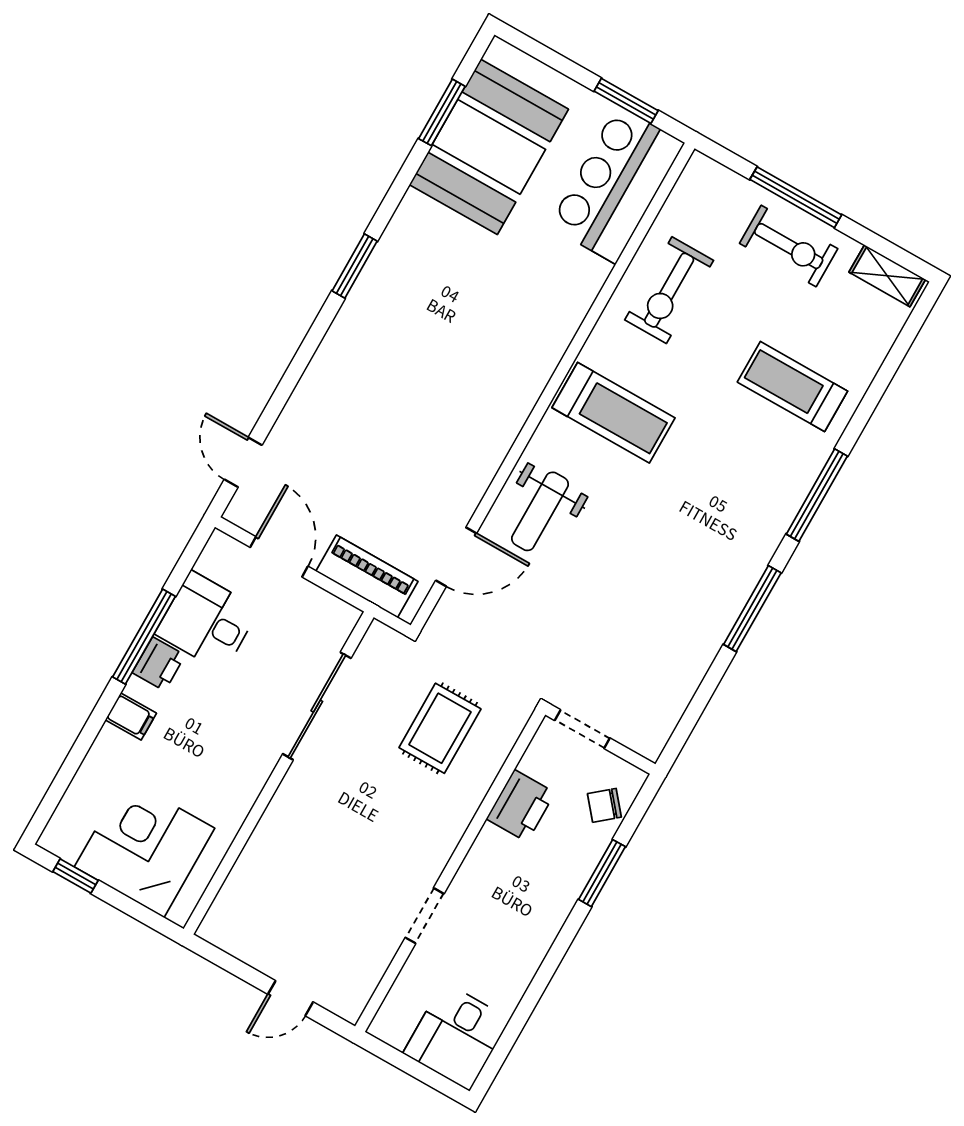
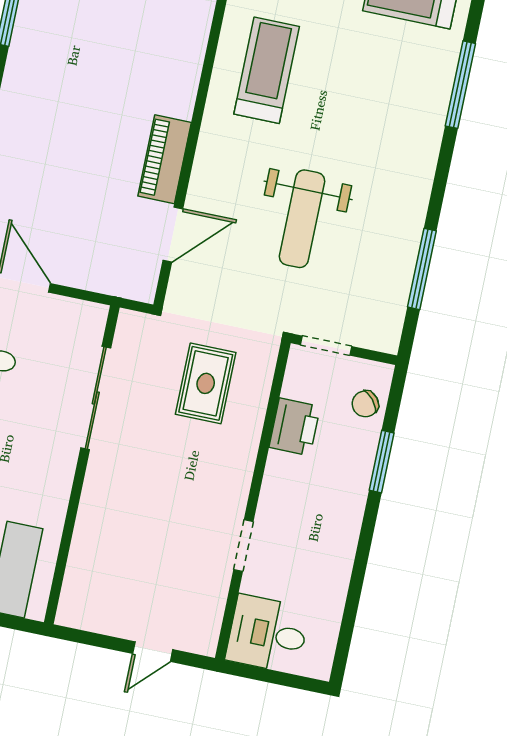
treadmill: (614, 413) -> (267, 70), turned -90
weight bench: (540, 511) -> (302, 219), moved, width x1.36, depth x1.33
piano: (367, 576) -> (165, 159), moved, turned -90
window: (752, 609) -> (422, 269), moved
desk: (457, 1036) -> (268, 634), moved, turned 90

